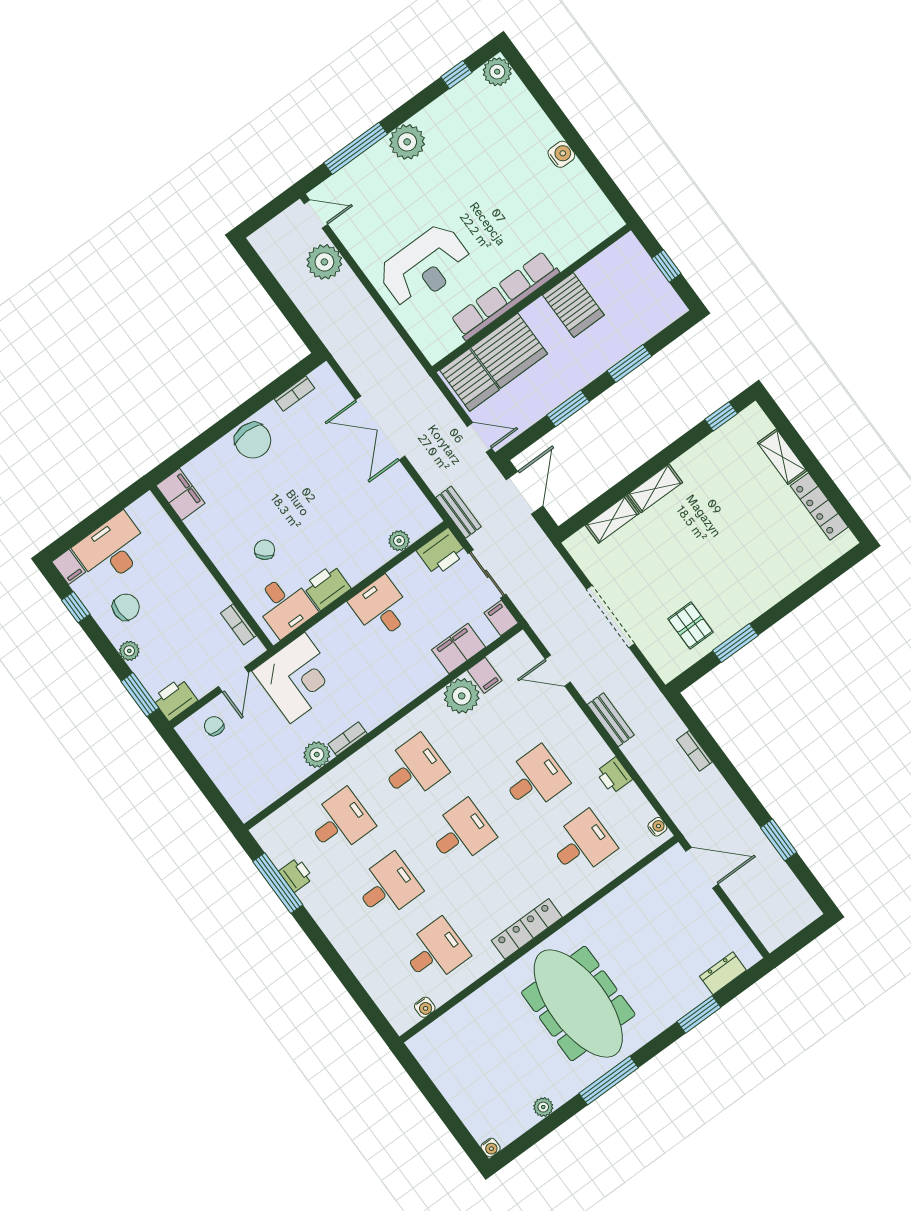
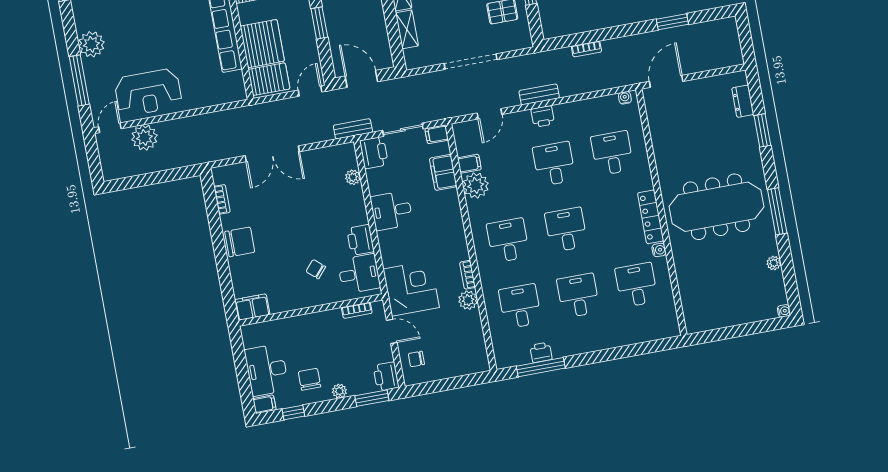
reception desk: (425, 266) -> (148, 92), moved, turned 90
printer: (614, 776) -> (543, 116), moved
water cooler: (425, 1007) -> (659, 250), moved

